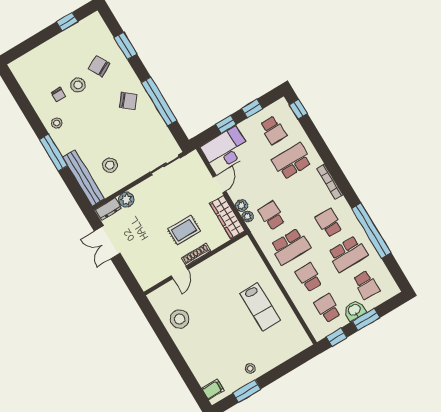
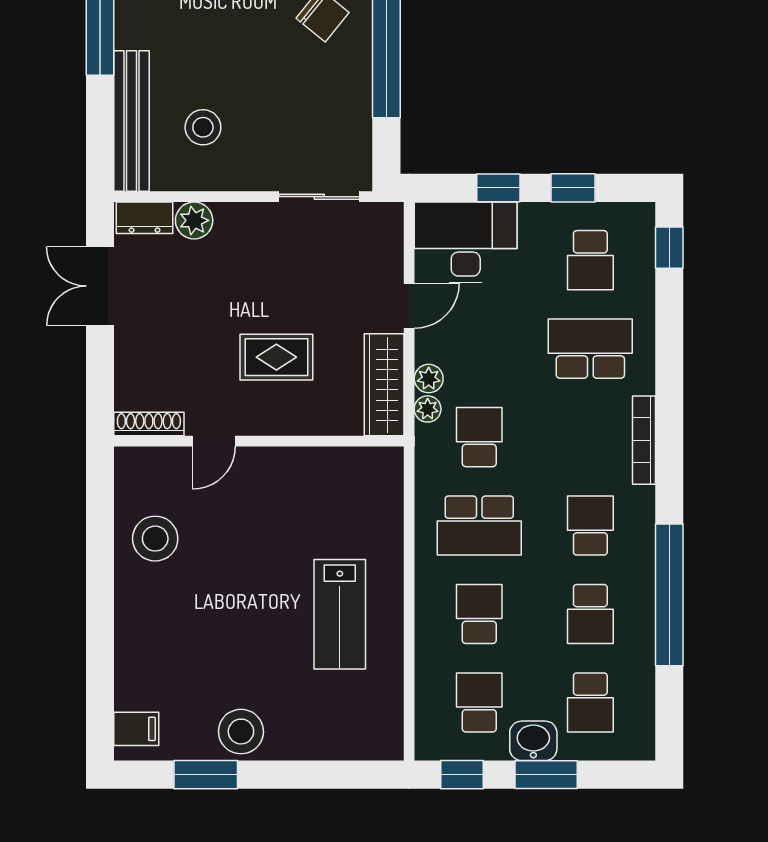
school desk: (348, 254) -> (590, 614), width x0.54
shoe rack: (196, 255) -> (149, 424), moved
stool: (250, 369) -> (241, 732), width x1.89, depth x1.89

